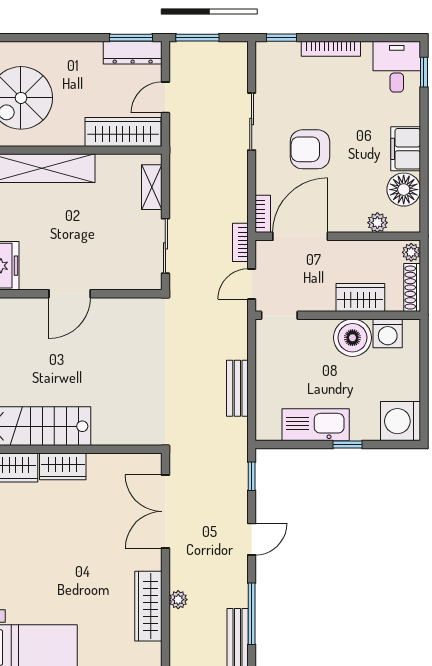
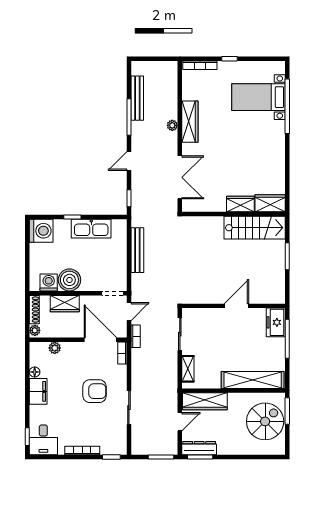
floor lamp: (404, 190) -> (35, 372), width x0.53, depth x0.53
door: (300, 236) -> (100, 340), swing flipped
bench: (237, 388) -> (137, 250), width x1.36

